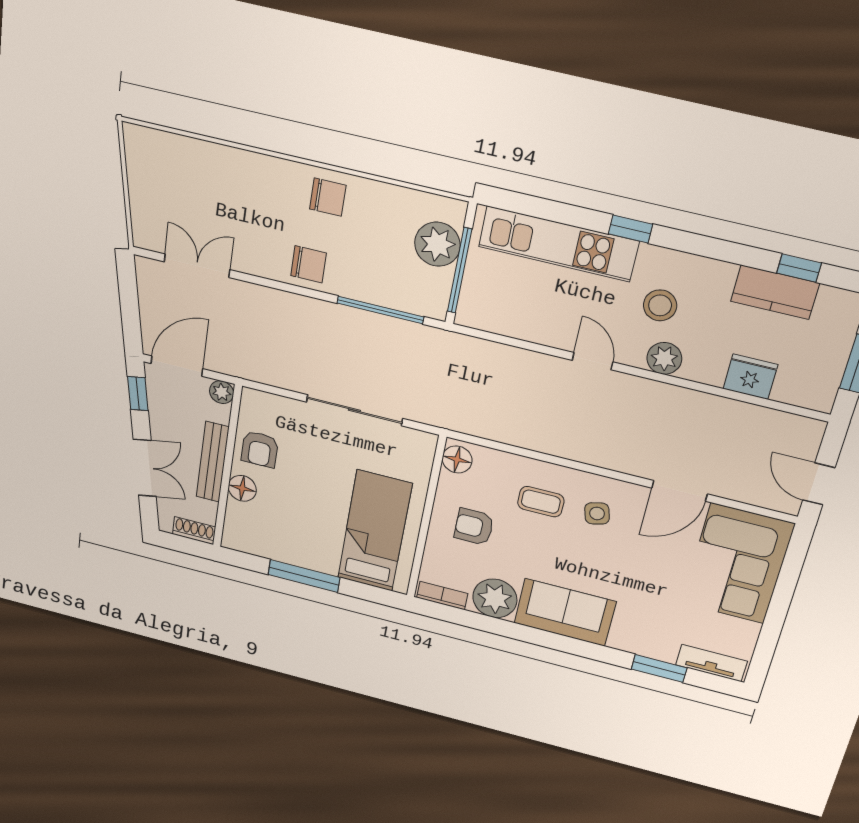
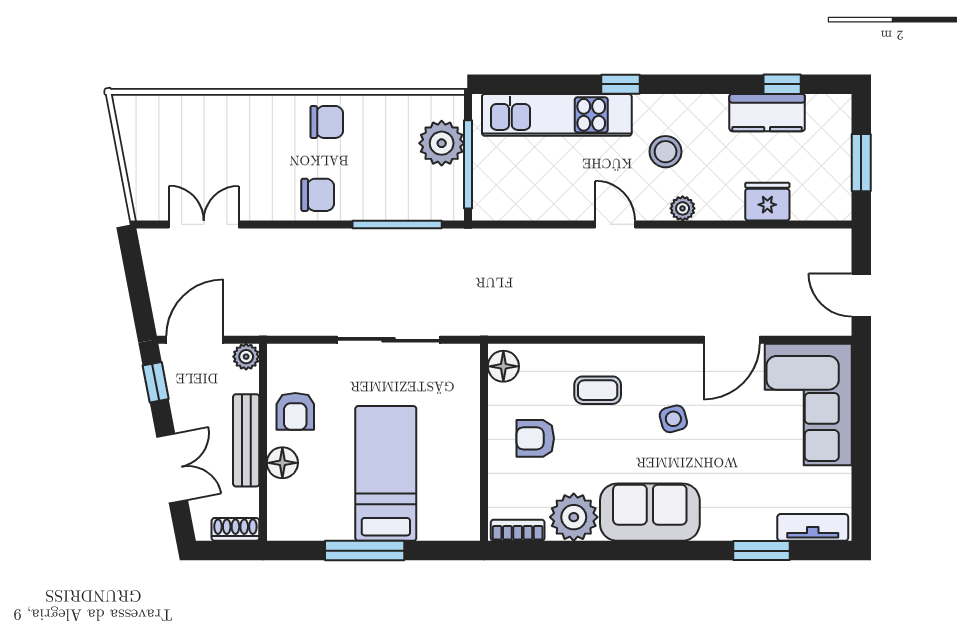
plant: (664, 358) -> (683, 208), width x0.73, depth x0.73
side table: (597, 513) -> (673, 419), moved
bed: (375, 531) -> (386, 473), moved

